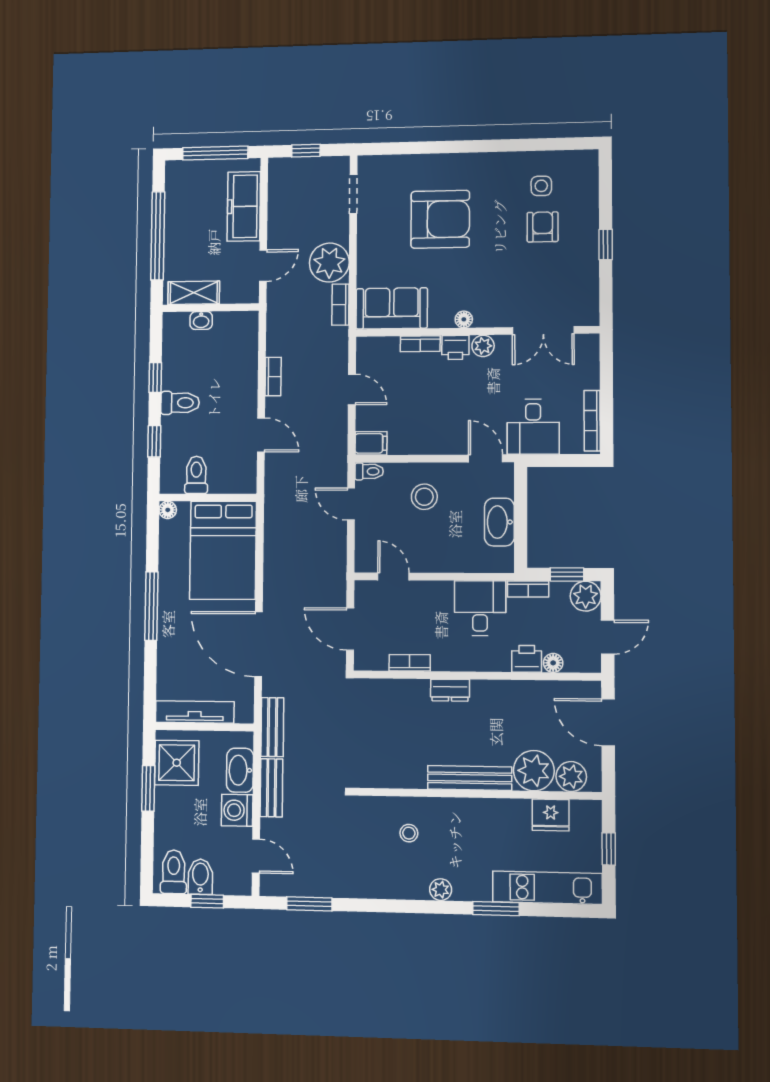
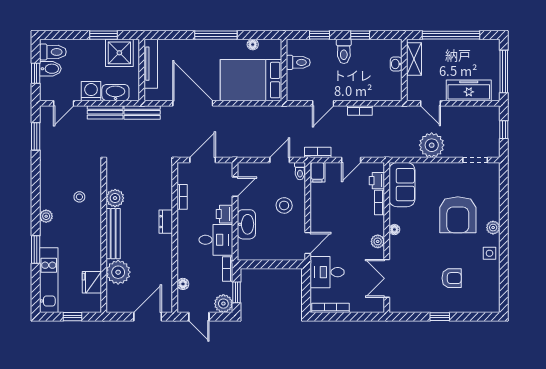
plant: (461, 163) -> (493, 228), added
side table: (541, 186) -> (489, 253), moved
bookcase: (340, 305) -> (318, 152), moved
printer: (455, 347) -> (377, 181), moved
floor lamp: (168, 510) -> (253, 45), moved
washbasin: (499, 522) -> (246, 224), moved, turned 90
door: (258, 644) -> (193, 103), hinge flipped
printer: (527, 659) -> (224, 214), moved, turned 180
plant: (571, 777) -> (115, 198), moved

